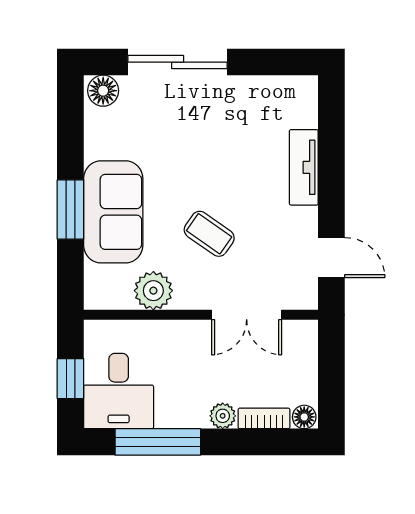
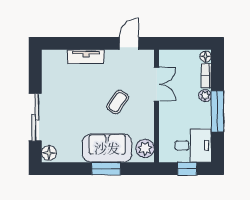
plant: (153, 291) -> (145, 148), moved
window: (158, 442) -> (218, 111), moved

